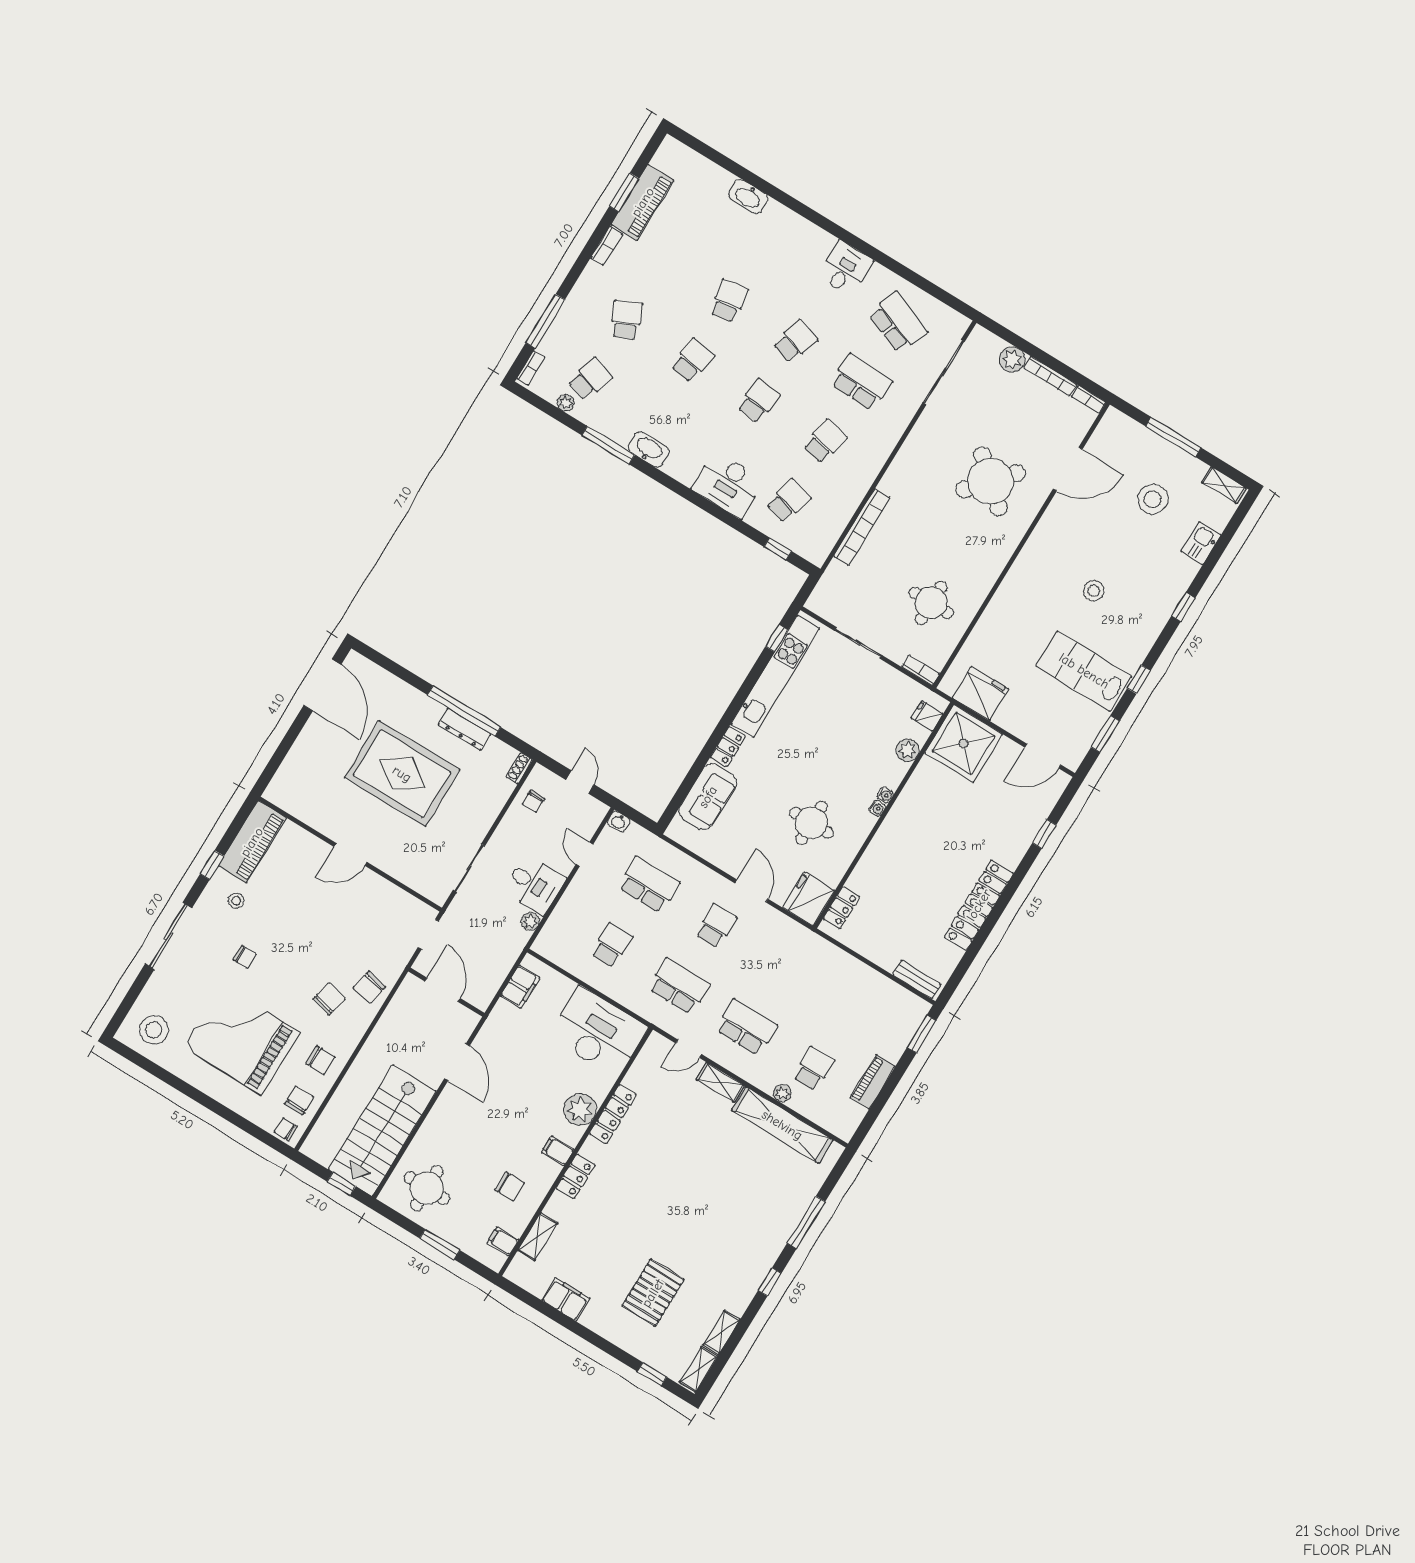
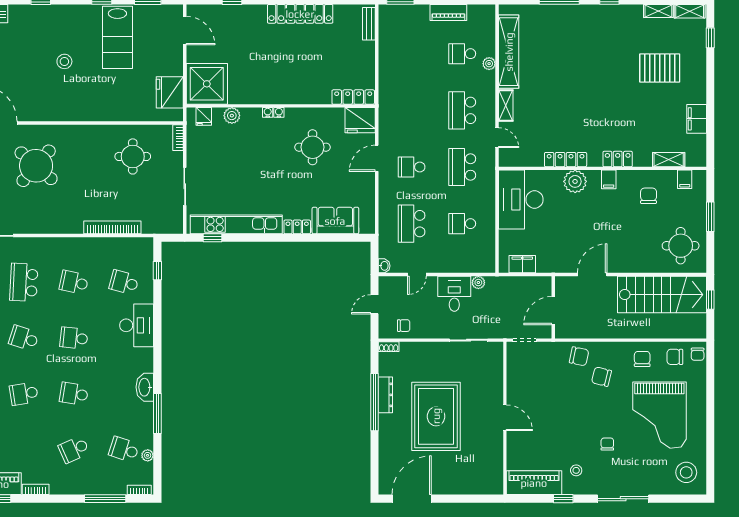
locker: (841, 908) -> (353, 97), width x1.53

